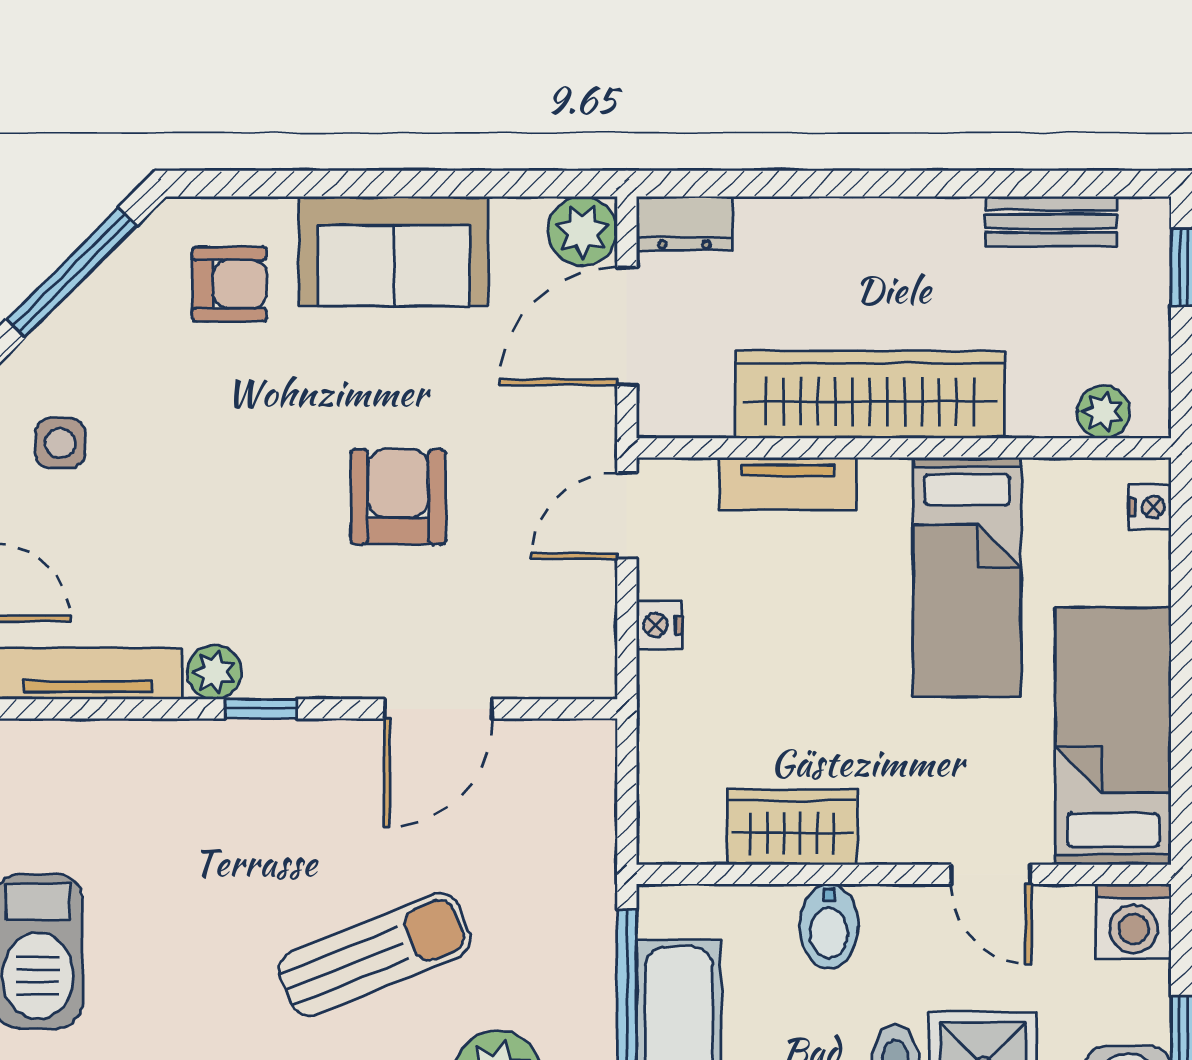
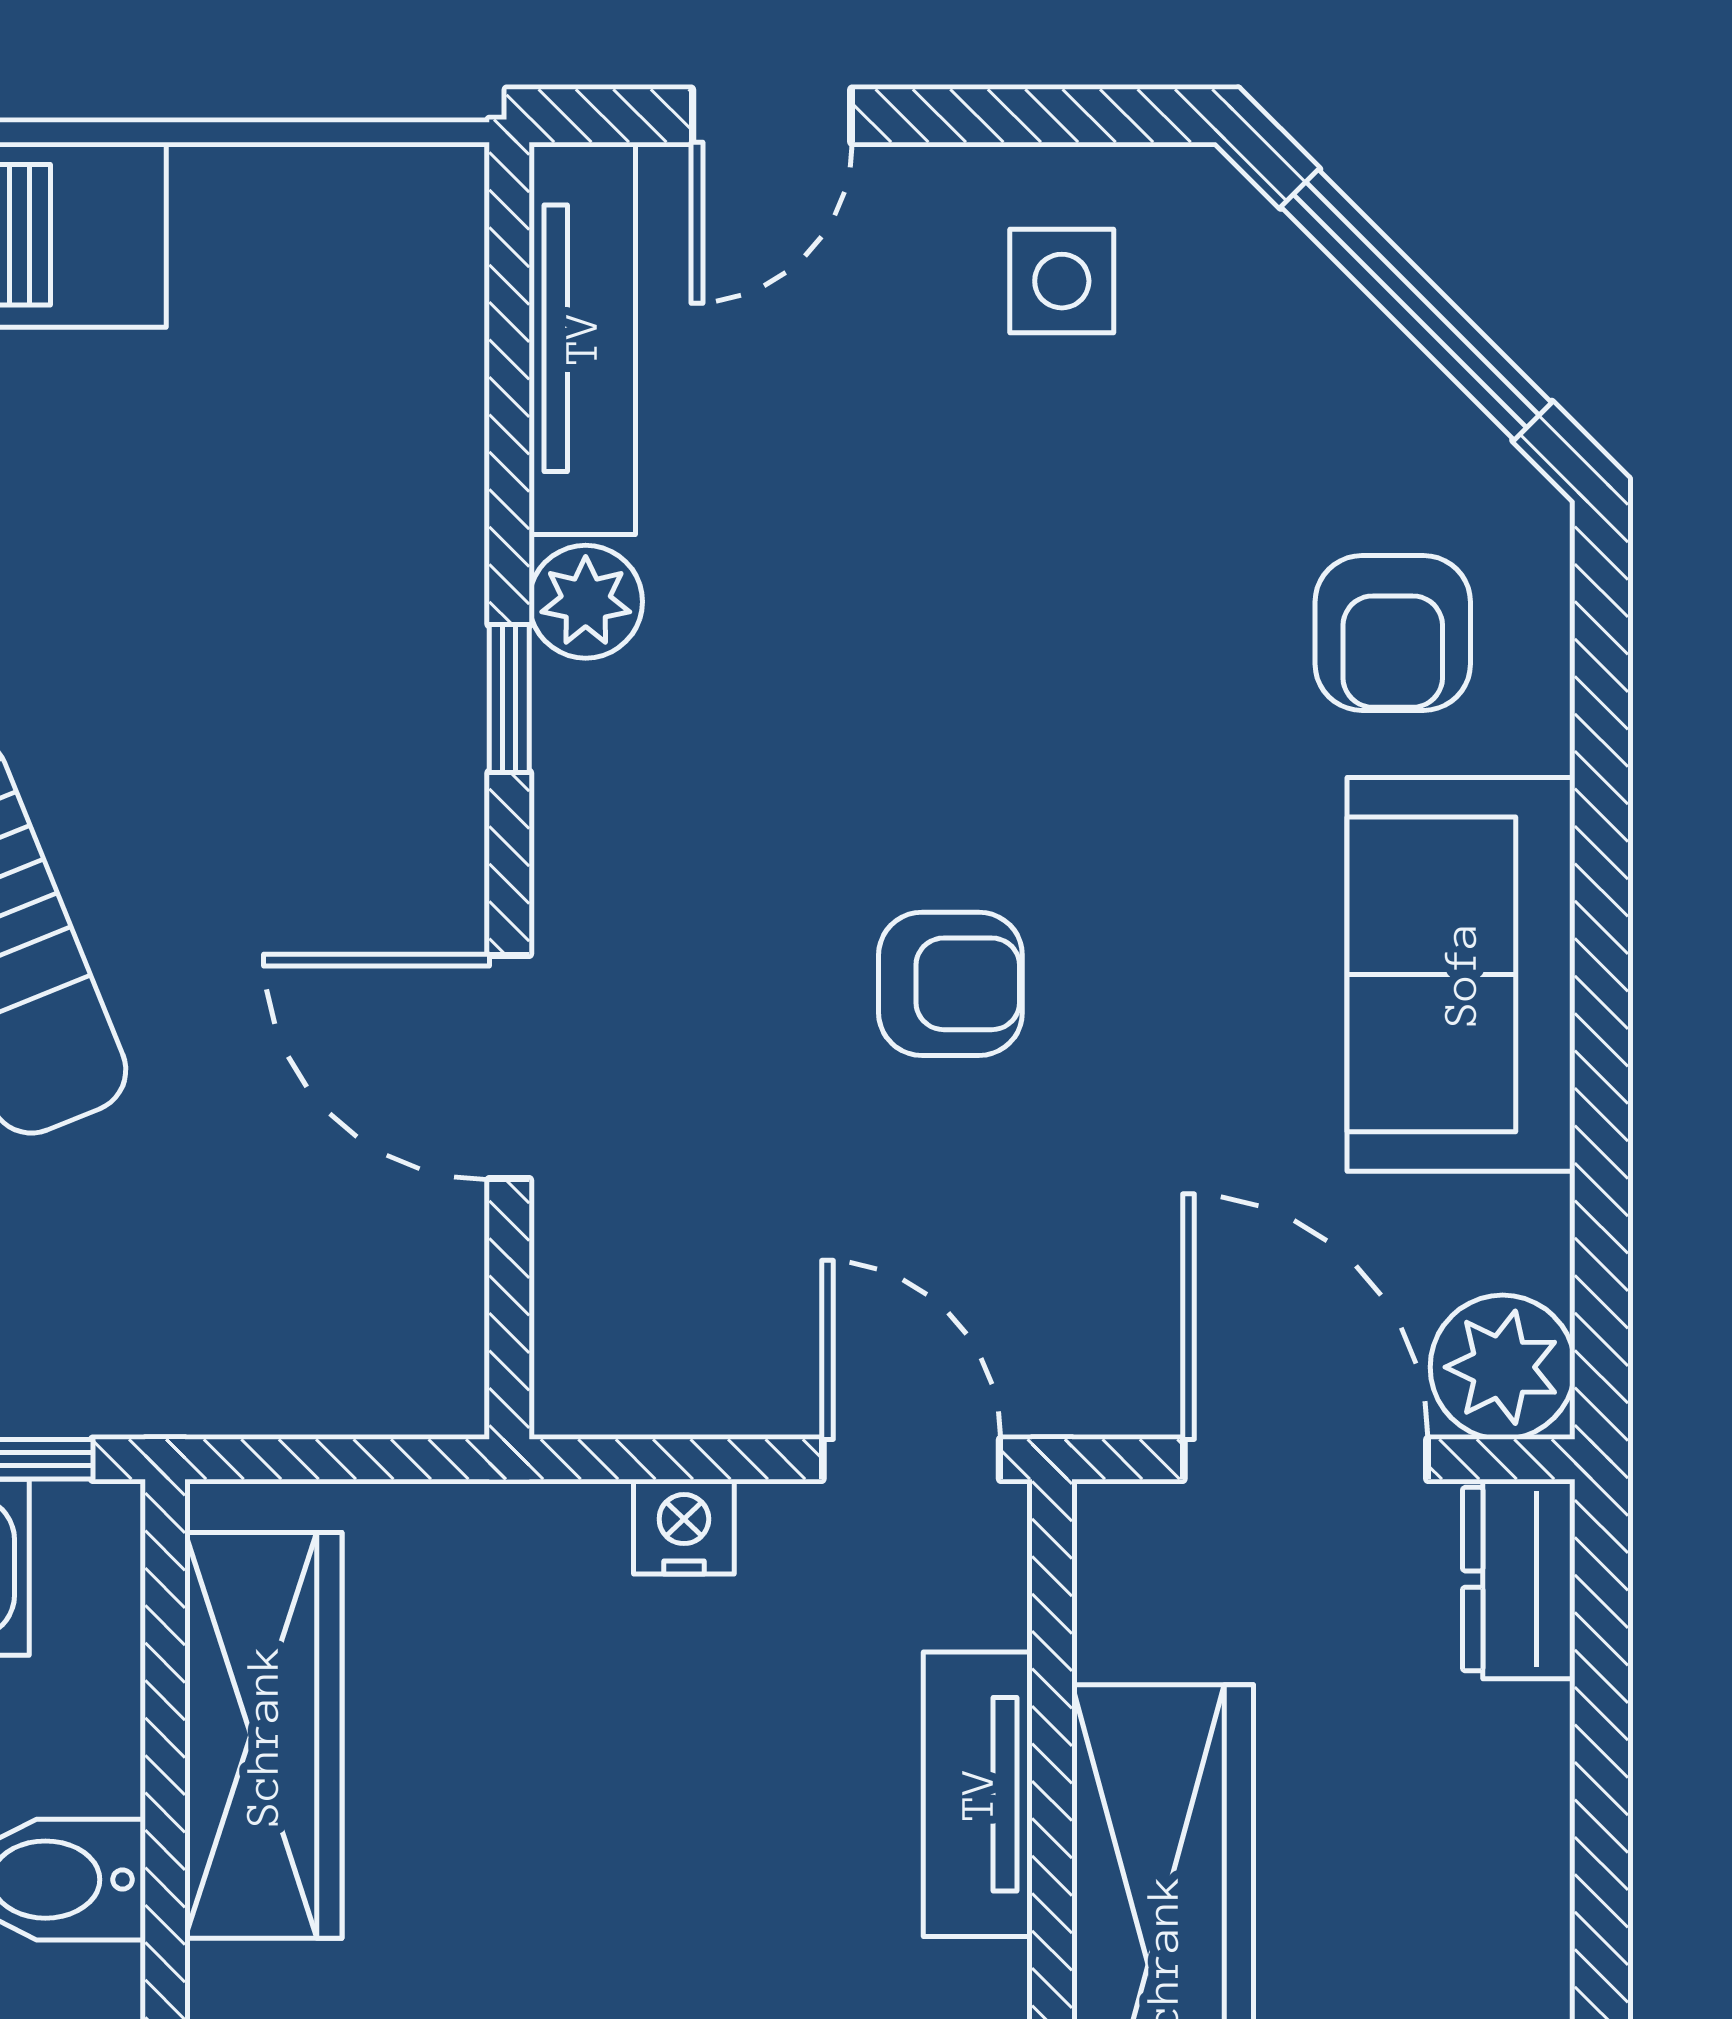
armchair: (398, 497) -> (950, 984), width x0.72, depth x0.72
wardrobe: (792, 827) -> (263, 1735), width x1.50

